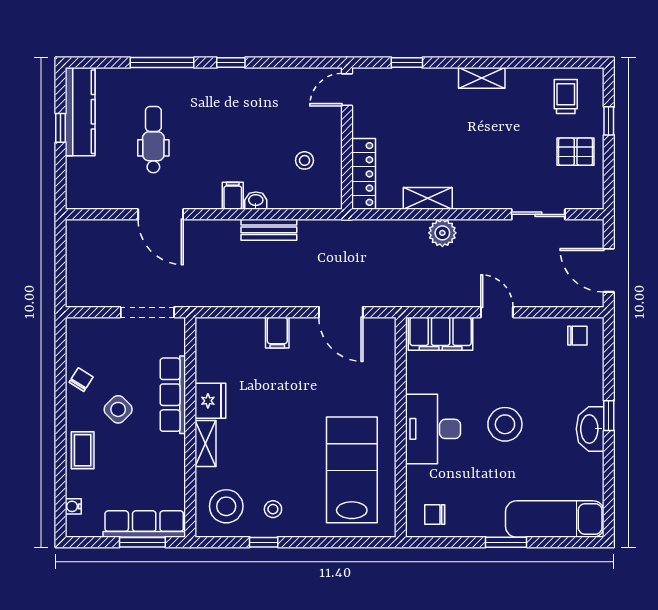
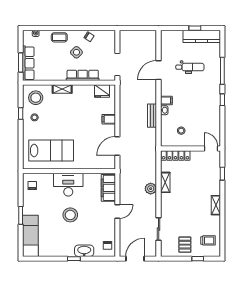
fridge: (210, 401) -> (102, 91), moved
washbasin: (590, 429) -> (84, 251), moved

